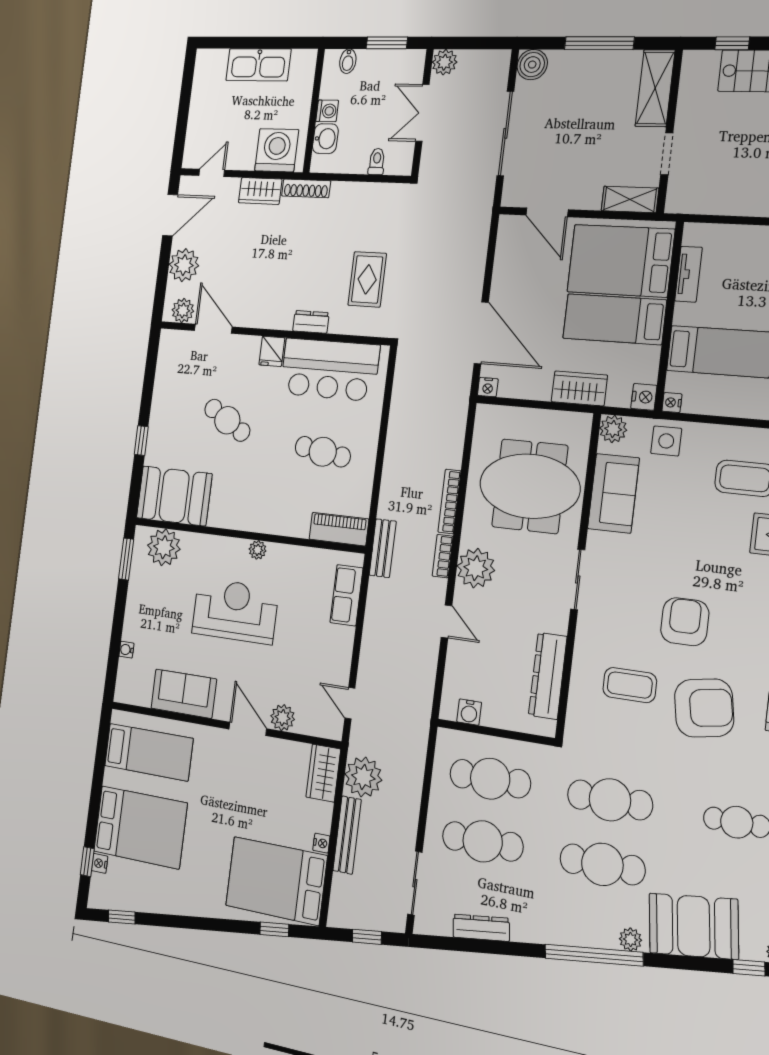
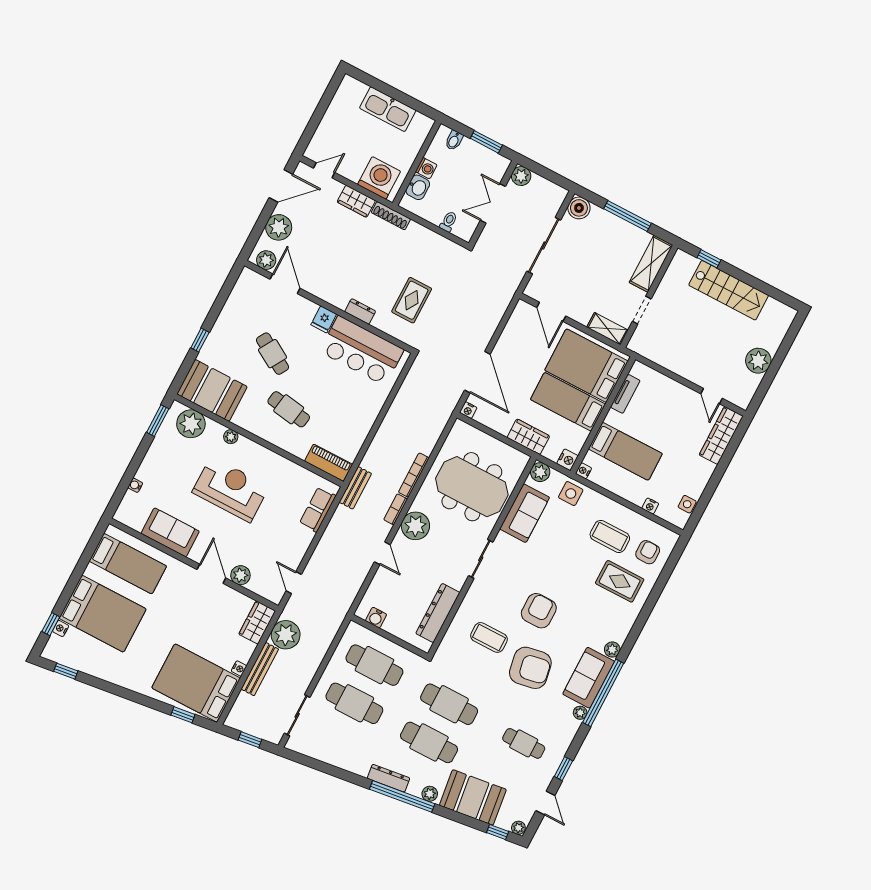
cafe table: (323, 452) -> (289, 409), moved
plant: (258, 550) -> (231, 437), moved
dresser: (481, 928) -> (389, 778), moved

